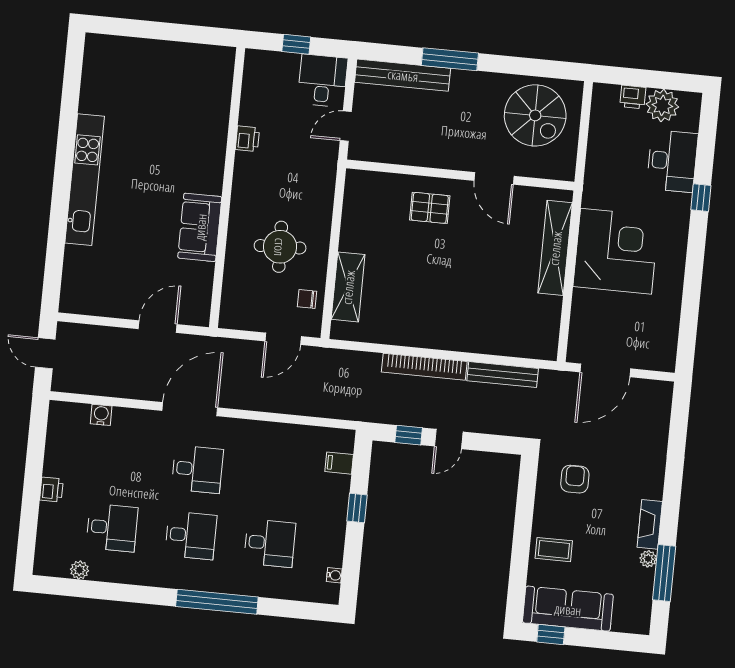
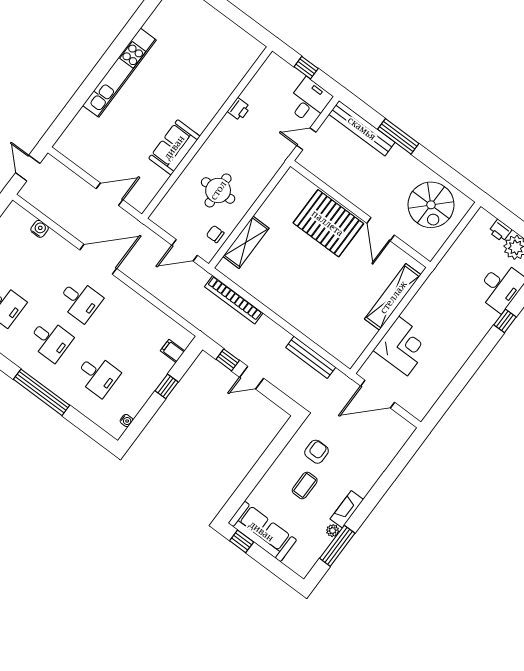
pallet: (430, 208) -> (328, 223), width x2.05, depth x2.00
corner desk: (616, 251) -> (403, 346), moved, width x0.74, depth x0.74
bookcase: (424, 367) -> (234, 300), moved
coffee table: (554, 550) -> (305, 485), moved, turned 90

